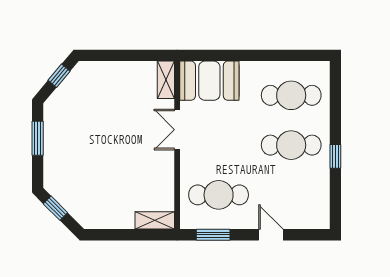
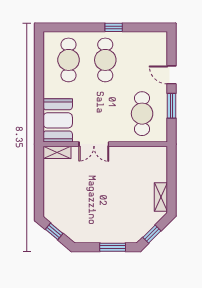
window: (38, 138) -> (113, 247), moved
shelving: (155, 220) -> (161, 197), moved
window: (213, 235) -> (172, 106), moved
door: (271, 235) -> (172, 75), hinge flipped

